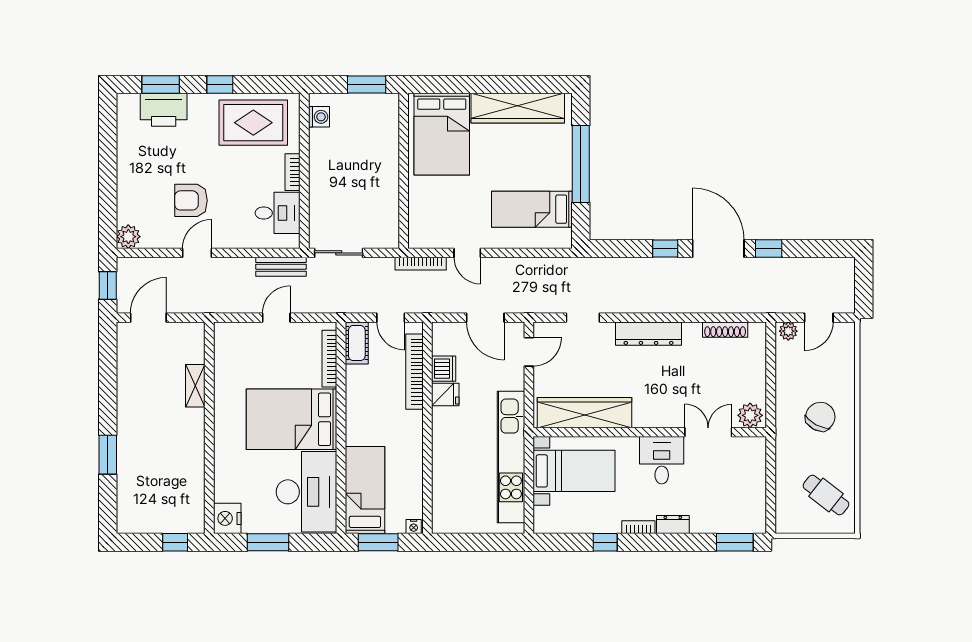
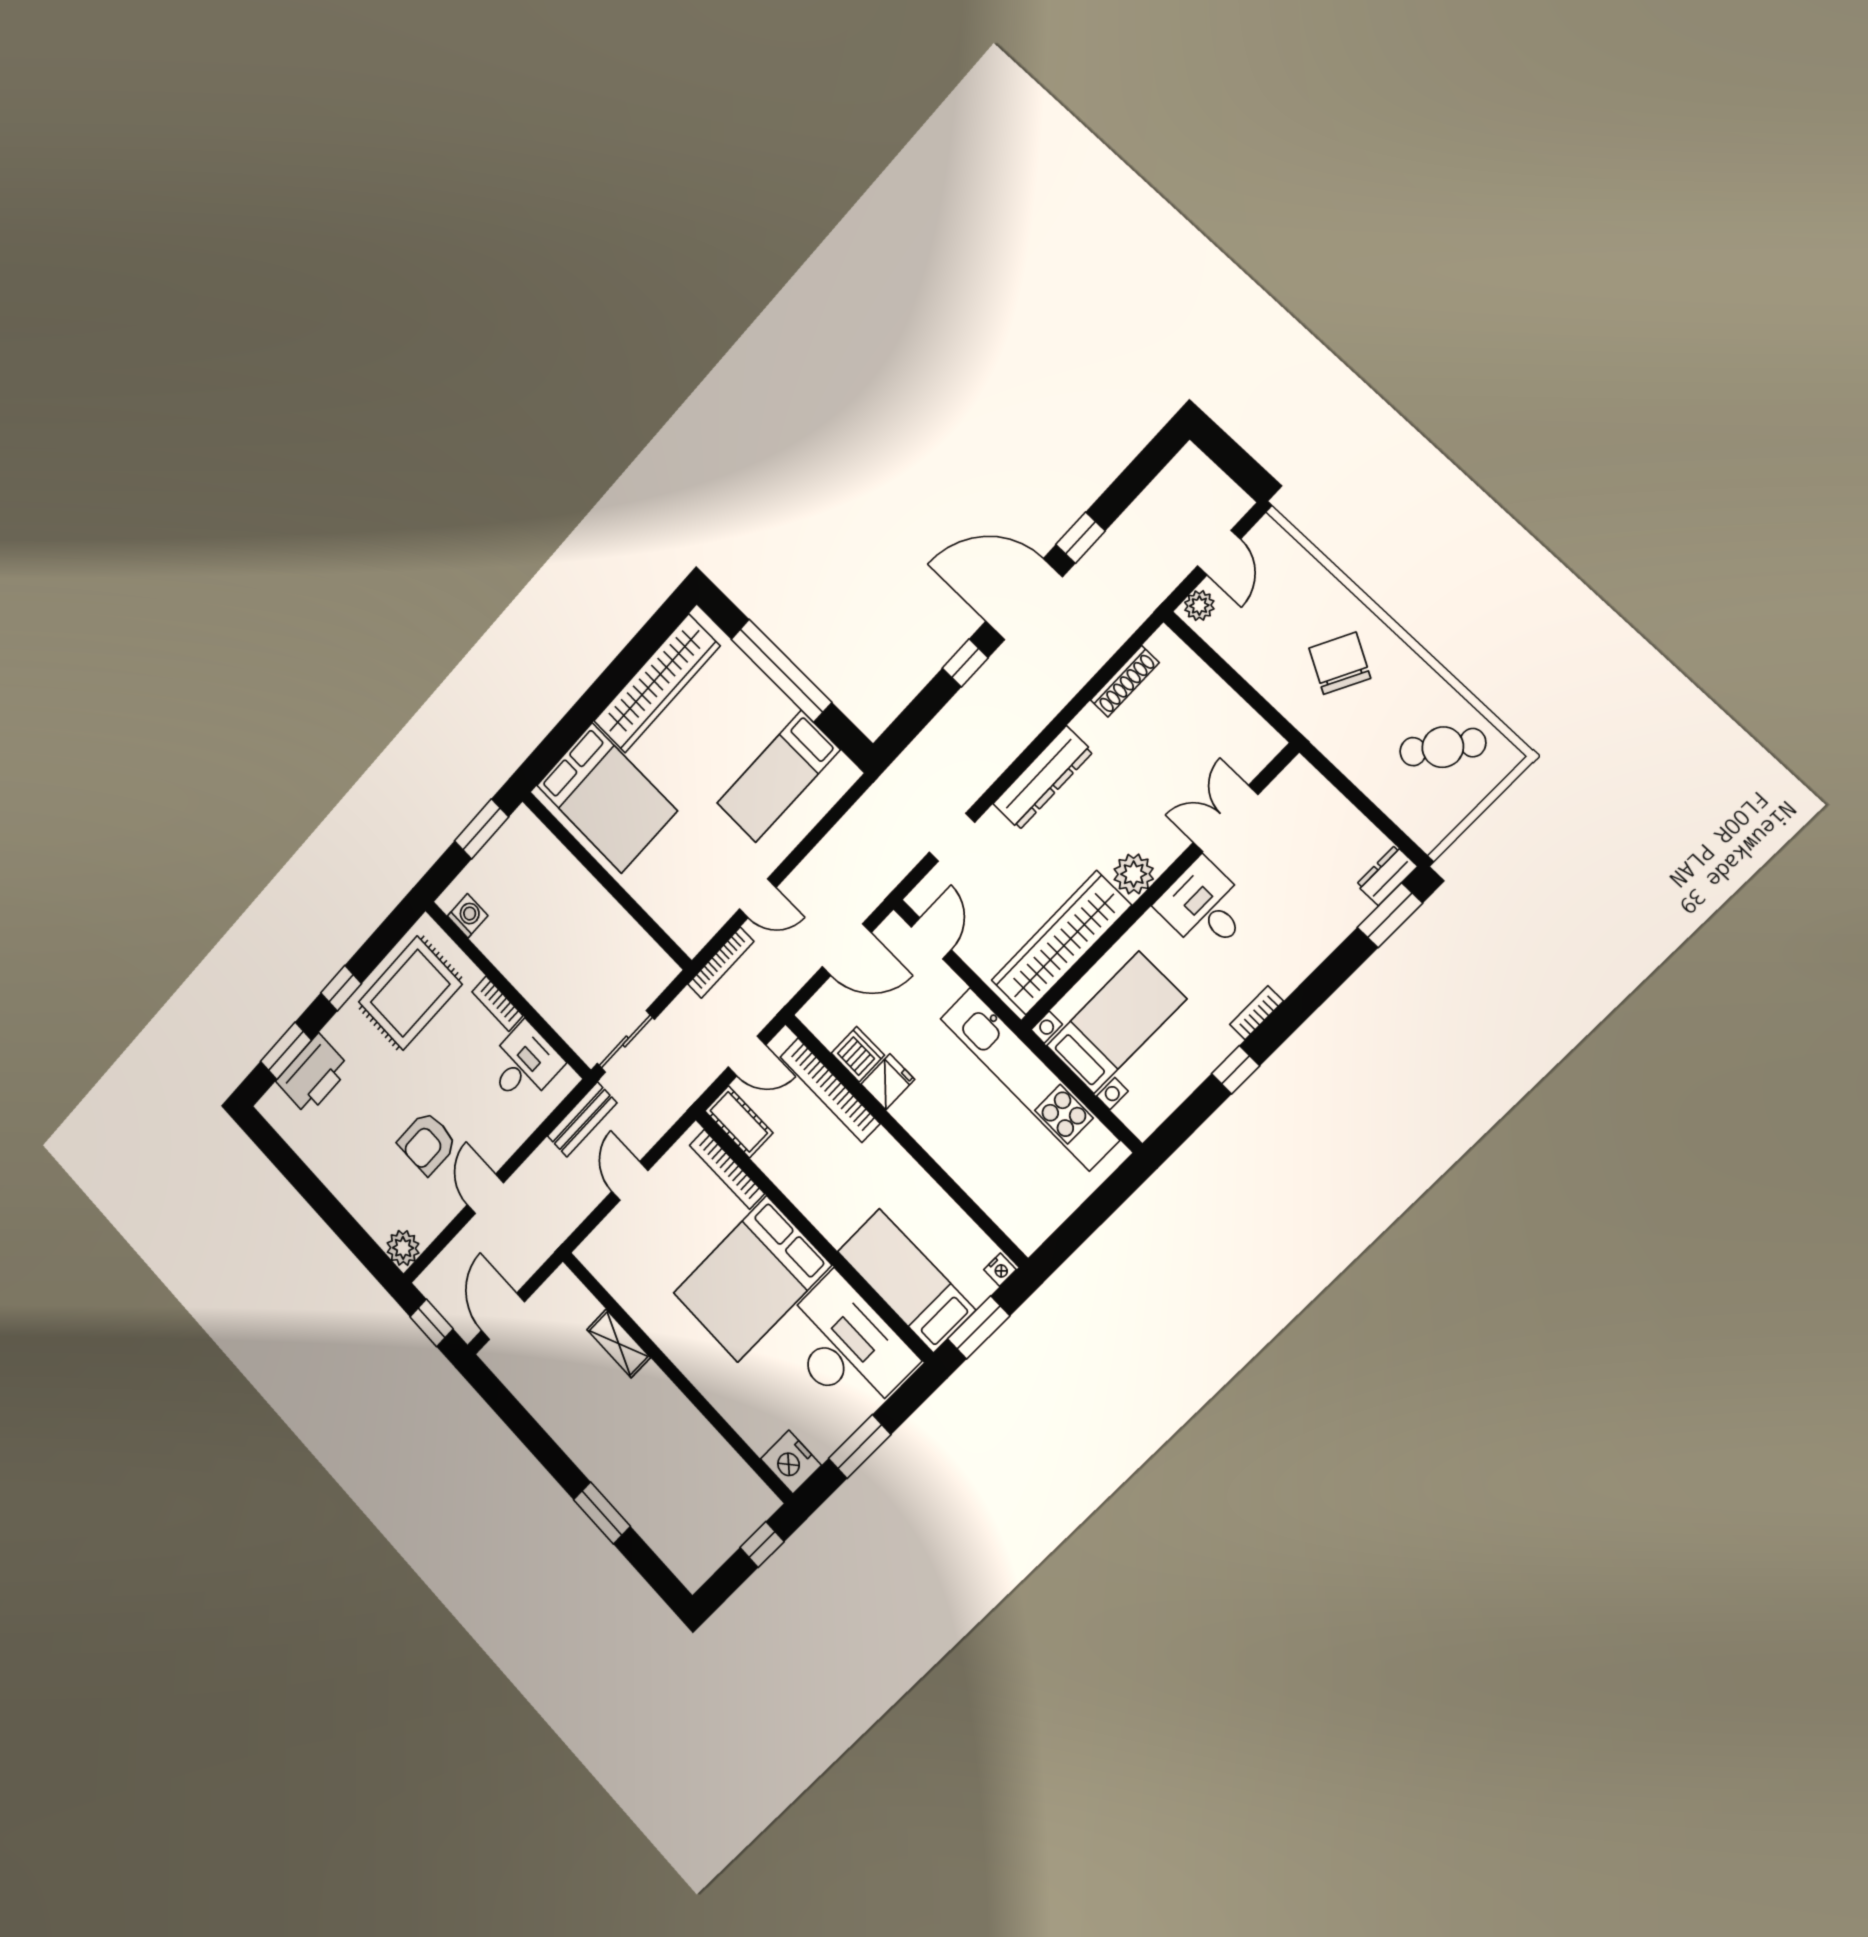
plant: (750, 415) -> (1134, 874), moved
dresser: (673, 524) -> (1387, 875), moved

